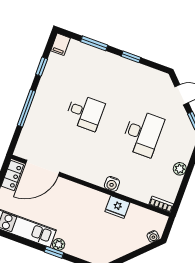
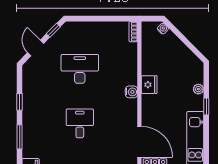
plant: (180, 169) -> (98, 27), removed
water cooler: (112, 184) -> (131, 92), moved
fridge: (117, 207) -> (149, 85), moved
plant: (59, 244) -> (198, 89), moved

